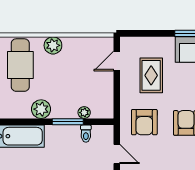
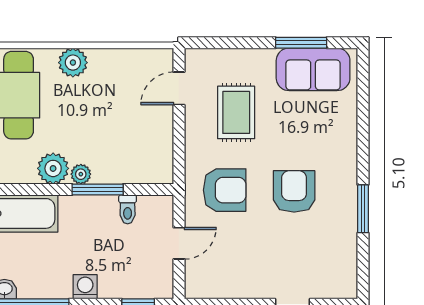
plant: (84, 113) -> (81, 174), moved
armchair: (144, 122) -> (225, 190), turned -90
door: (117, 154) -> (179, 243), hinge flipped

